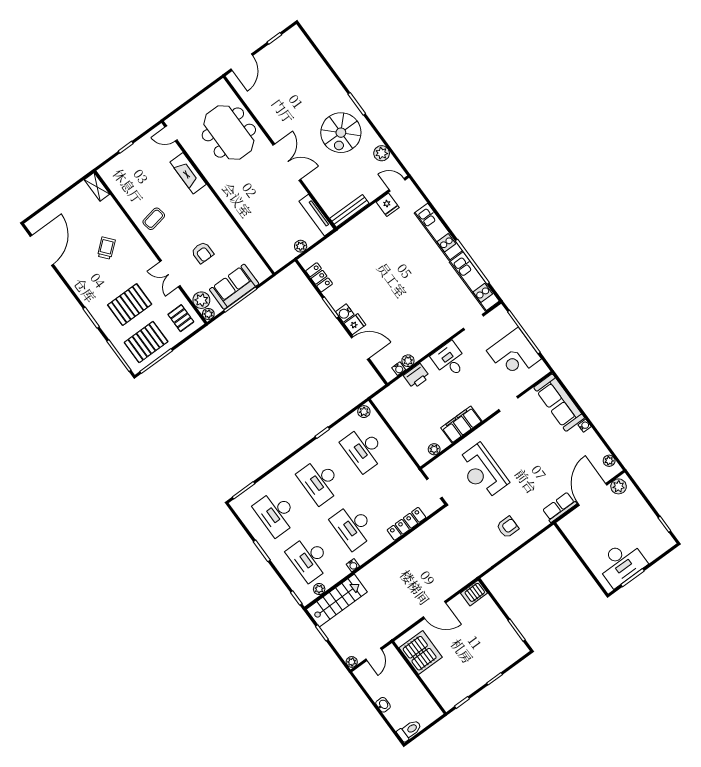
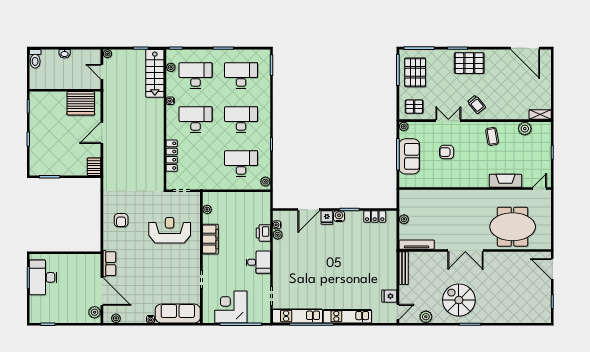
trolley: (106, 248) -> (476, 104), moved
plant: (201, 300) -> (525, 129), moved
pallet: (130, 305) -> (469, 63), moved, turned 90

